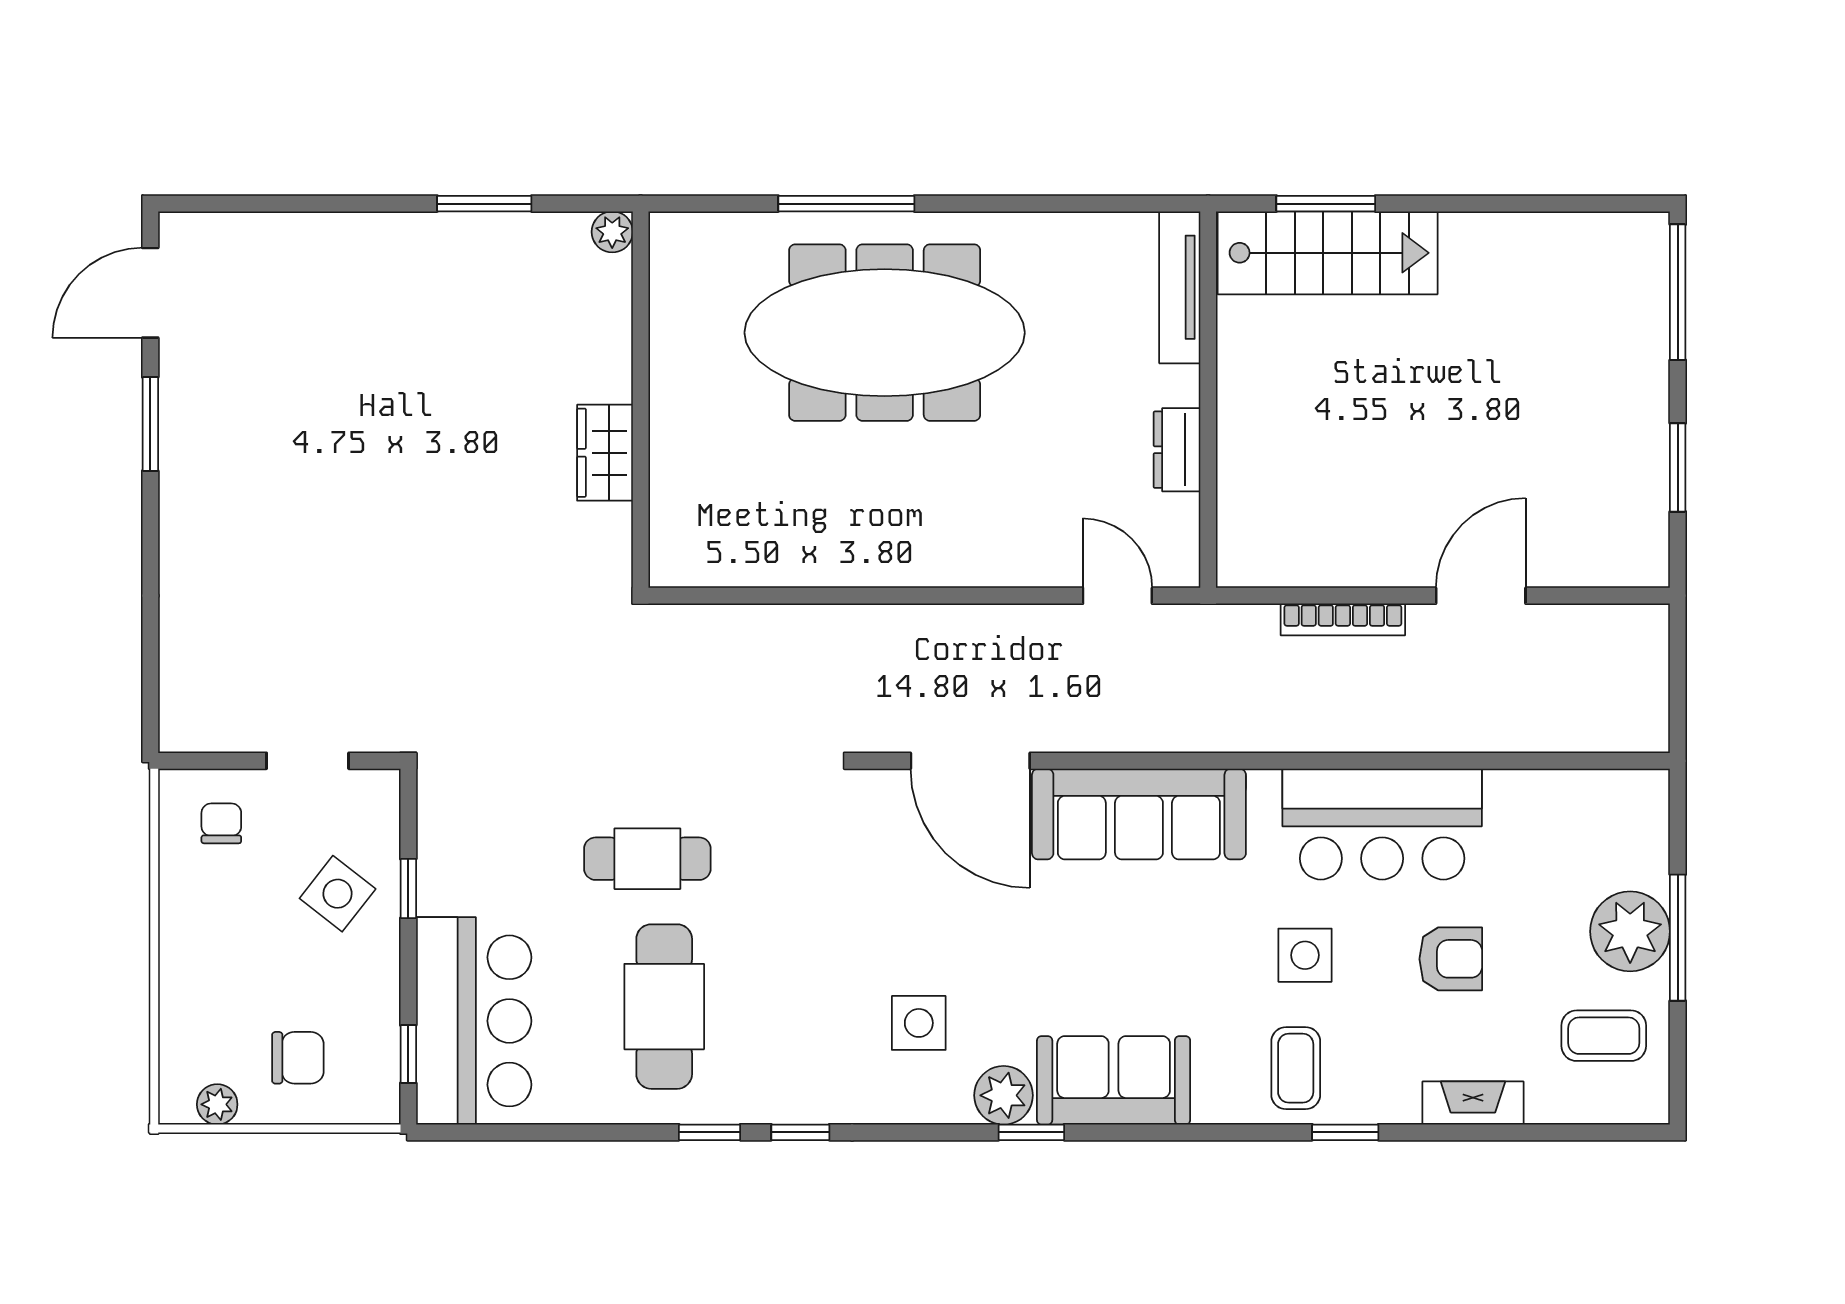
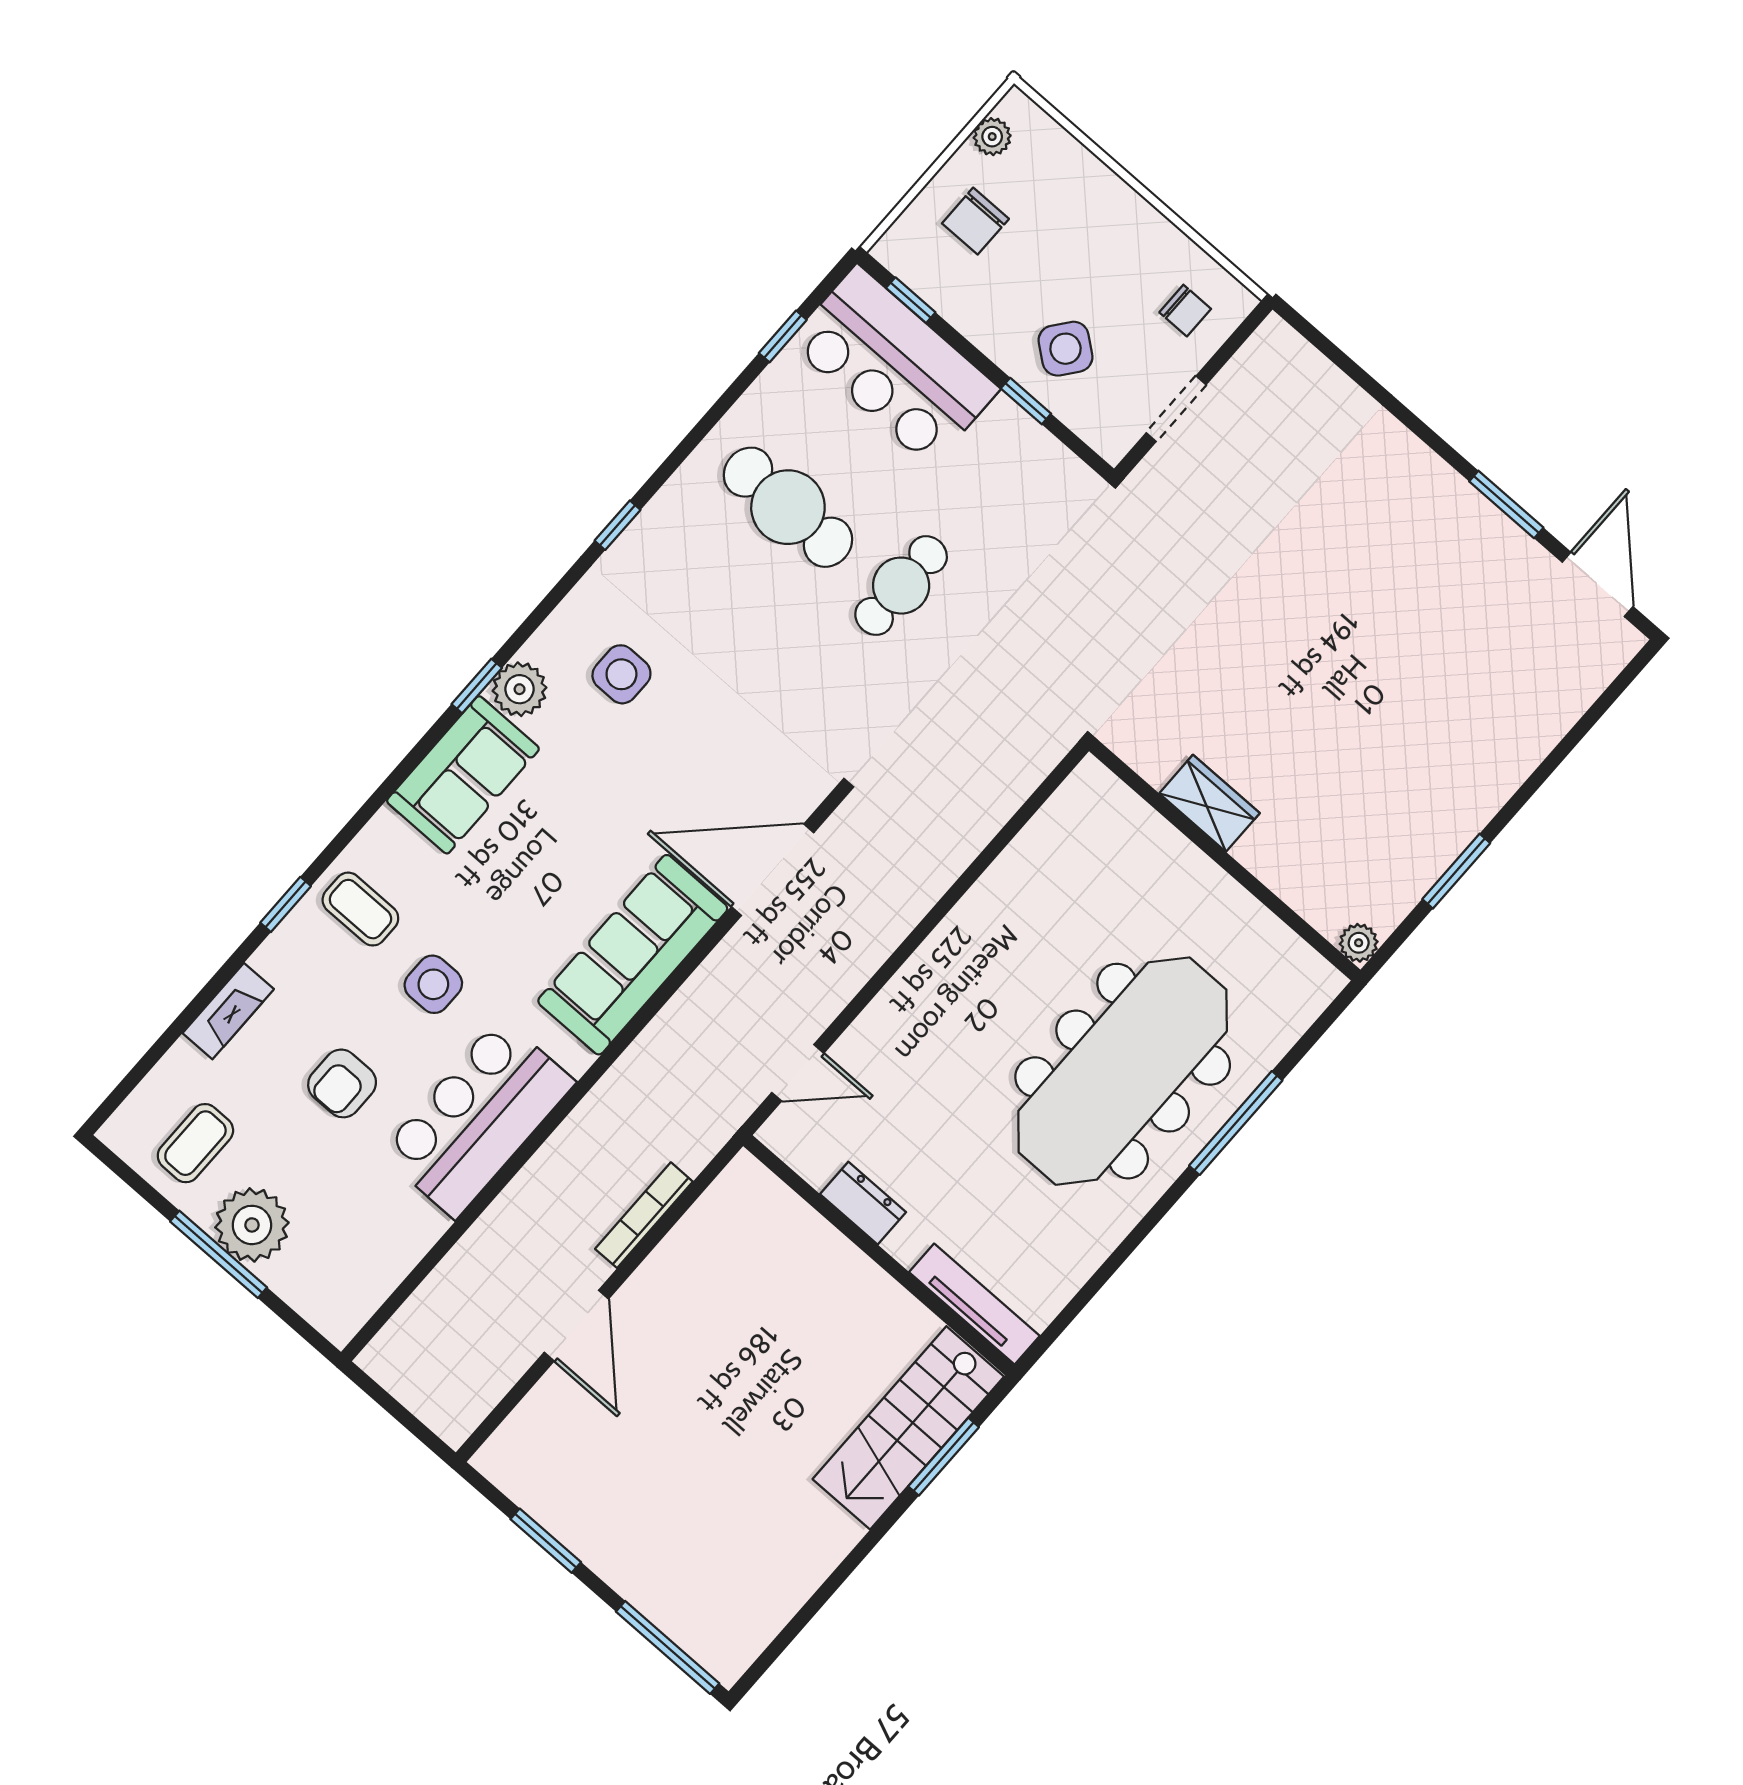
window: (710, 1132) -> (783, 336), moved

